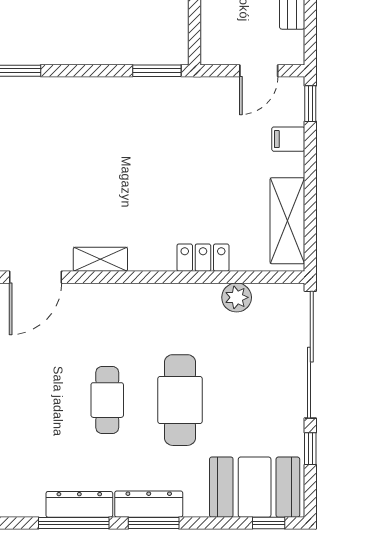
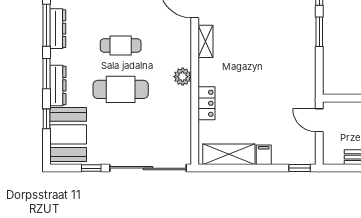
window: (157, 71) -> (319, 32), moved
door: (259, 71) -> (319, 120), moved
filing cabinet: (288, 139) -> (264, 155), moved
plant: (237, 297) -> (183, 77), moved
dresser: (149, 504) -> (58, 85), moved
window: (269, 523) -> (46, 119), moved

